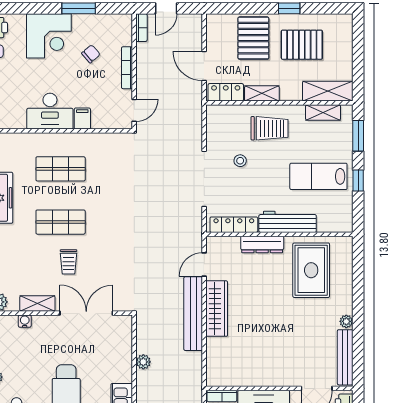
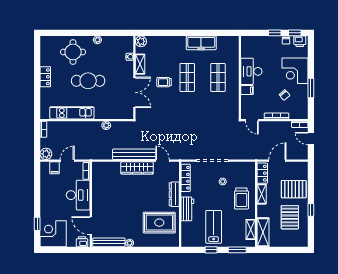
workbench: (288, 222) -> (187, 209), width x0.73

